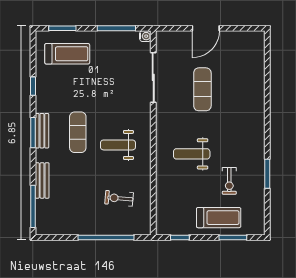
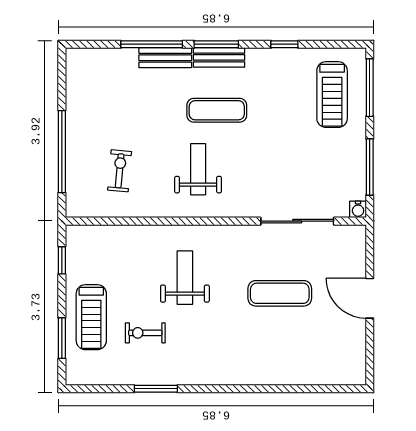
window: (62, 28) -> (370, 88), width x1.44
bench: (42, 180) -> (165, 58), moved
window: (33, 206) -> (152, 44), moved

